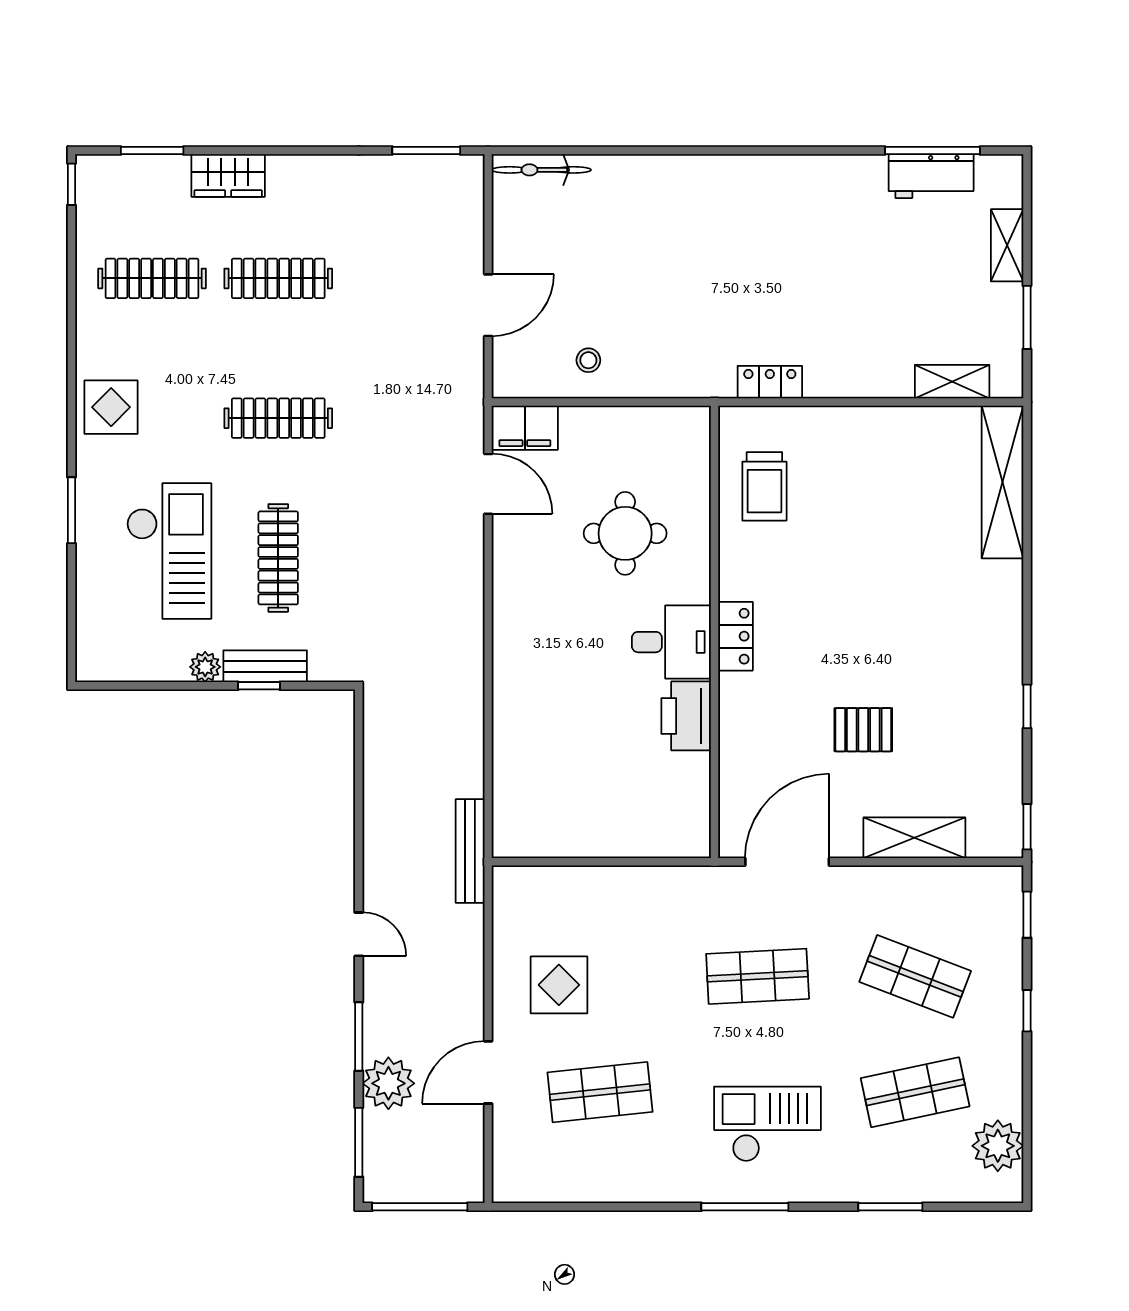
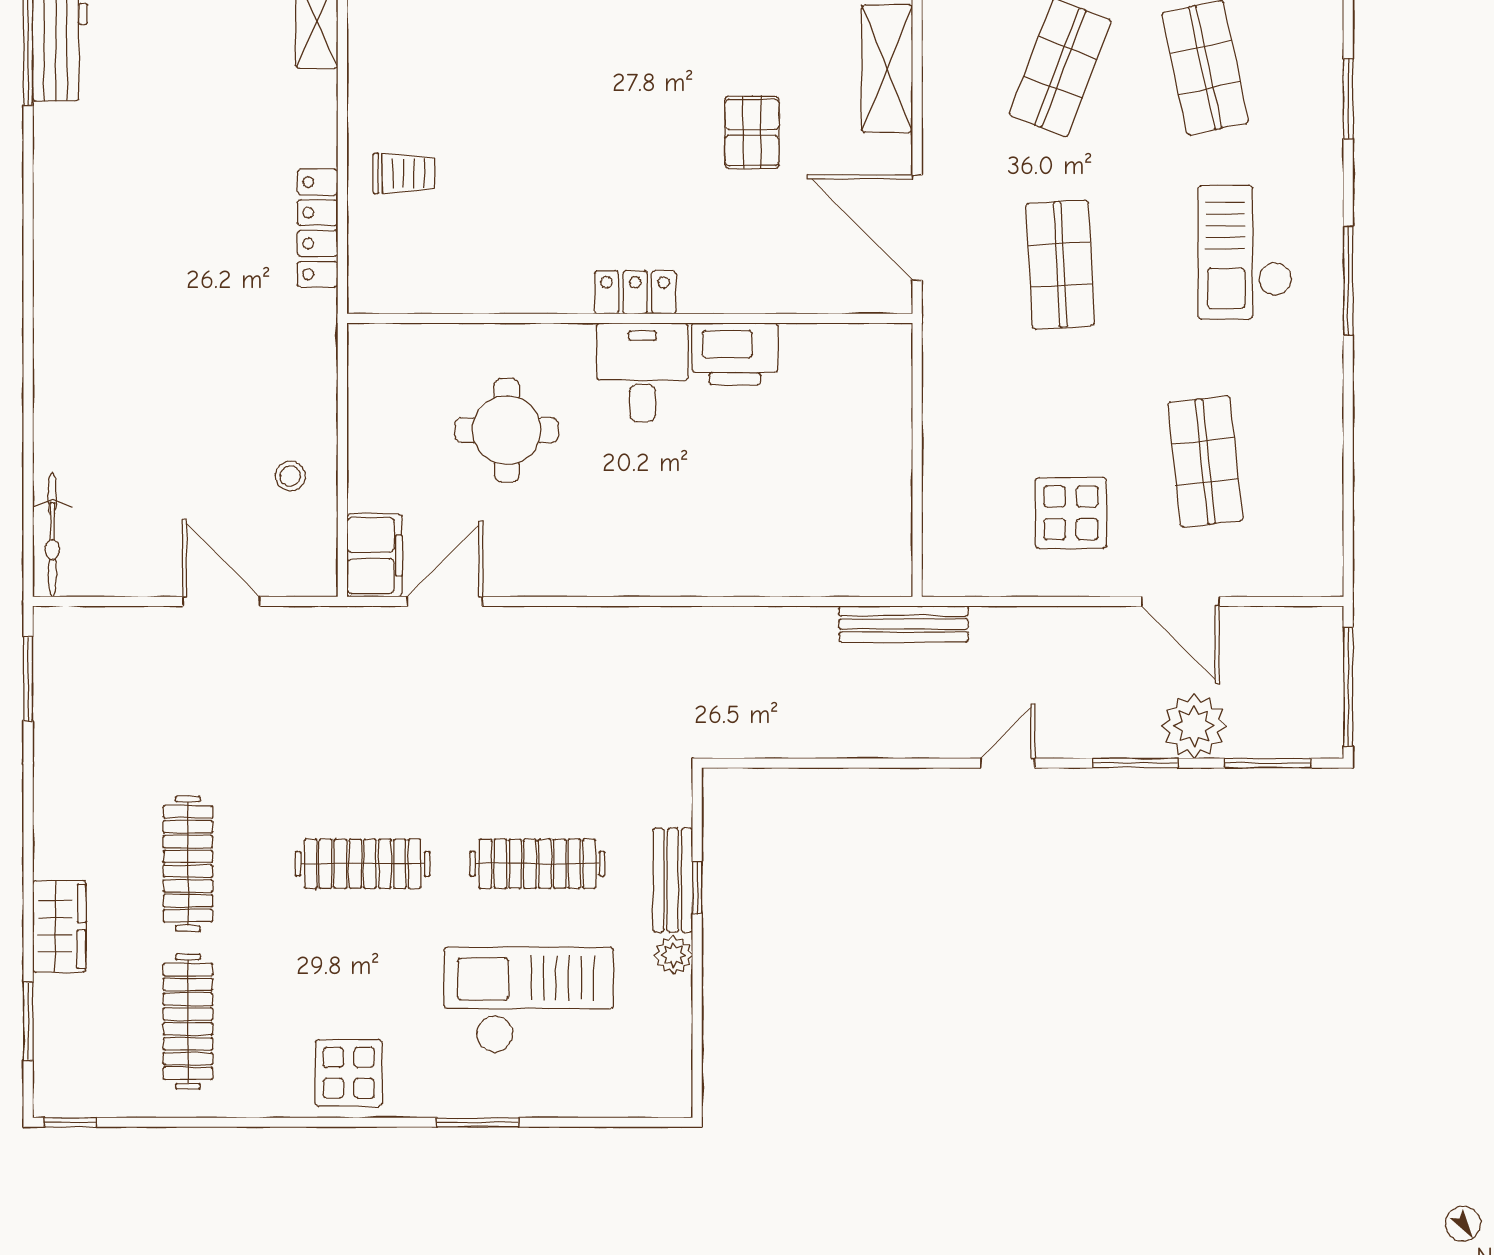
locker: (770, 382) -> (318, 228), width x1.53
clothes rail: (278, 418) -> (363, 864), turned 90
trolley: (764, 486) -> (404, 173), moved, width x0.73, depth x0.72

